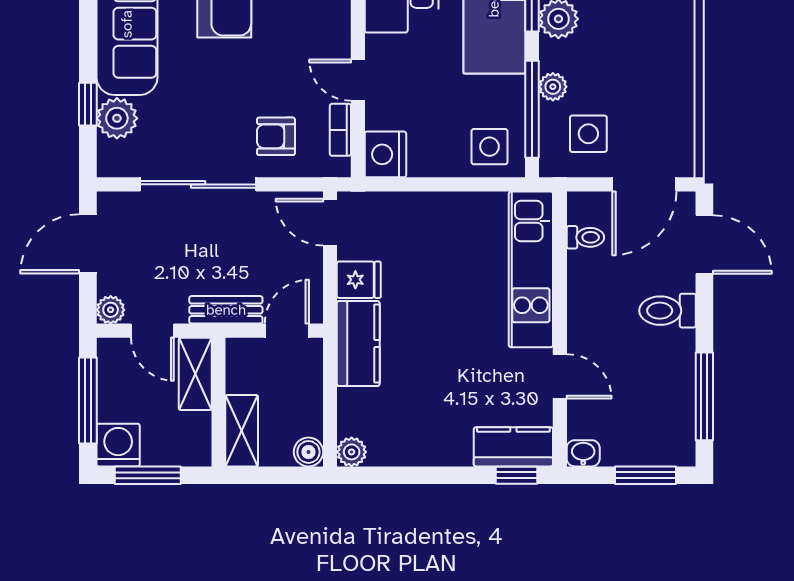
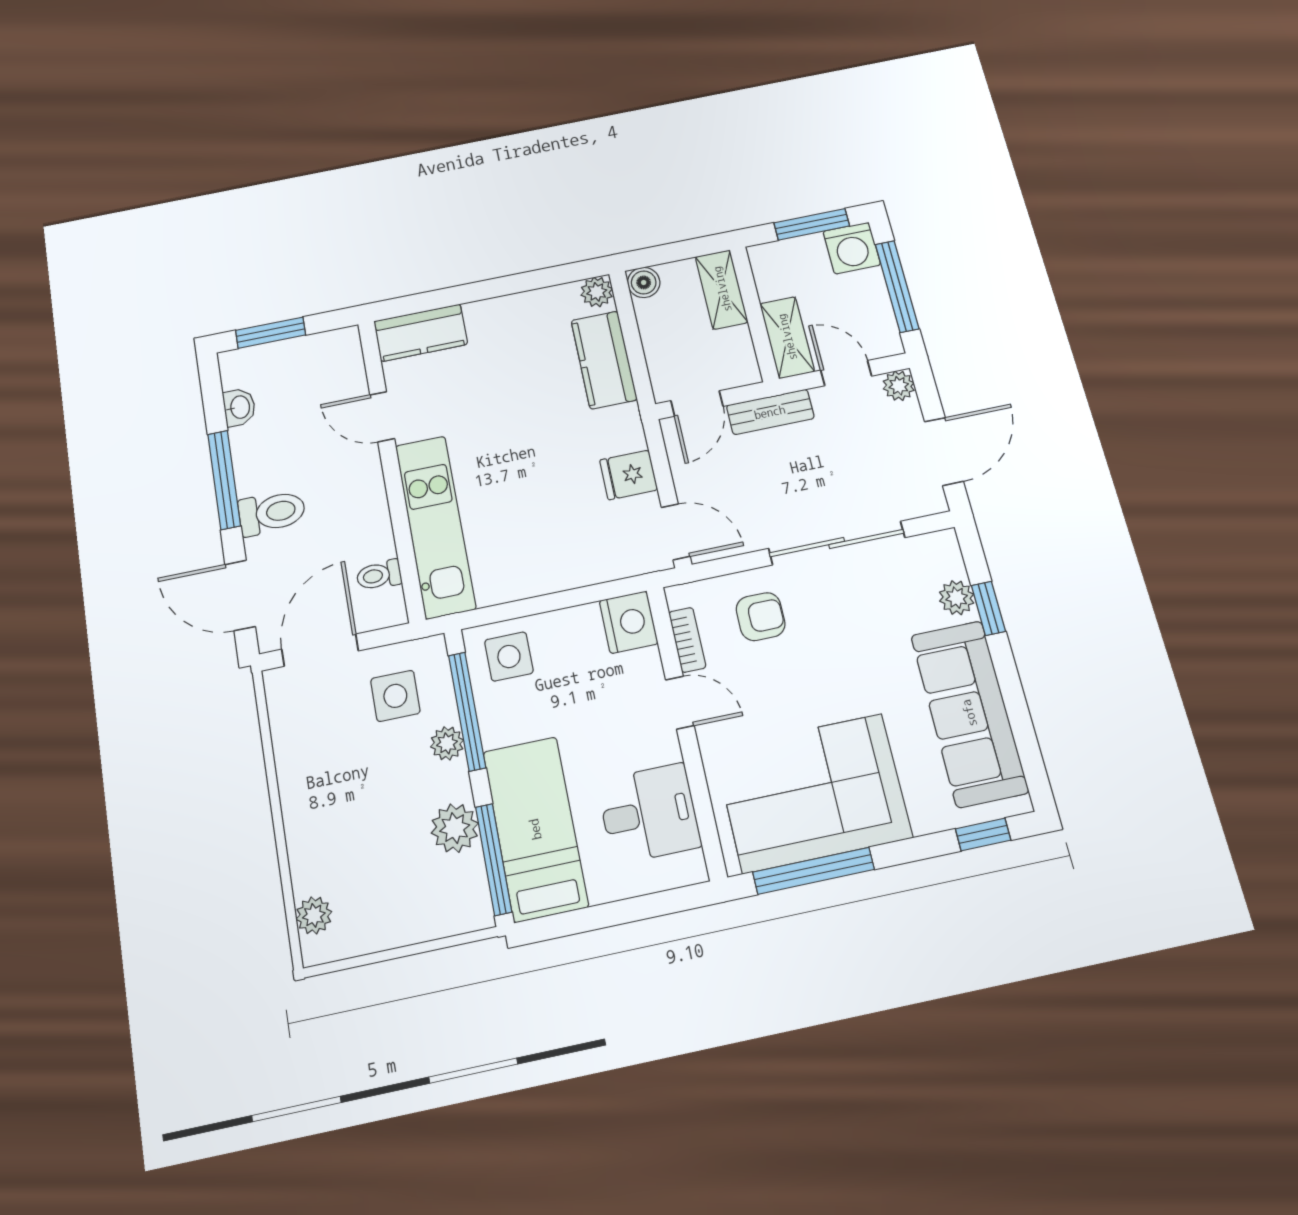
plant: (117, 118) -> (957, 598), width x0.73, depth x0.73
kitchen counter: (358, 344) -> (604, 360), moved
window: (704, 396) -> (224, 480), moved
washbasin: (583, 453) -> (239, 407), moved, turned -90
window: (516, 475) -> (412, 304), removed

